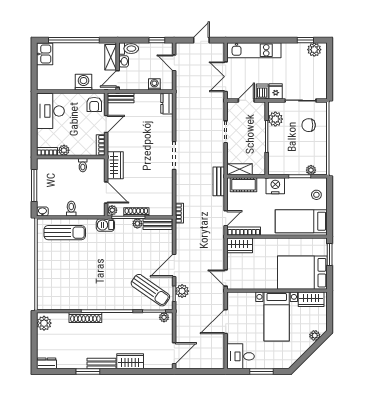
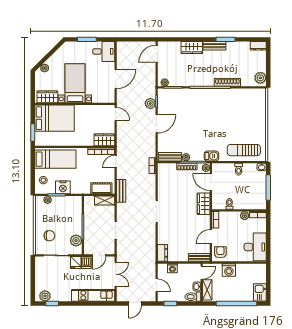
nightstand: (275, 186) -> (63, 187), moved
sun lounger: (150, 290) -> (176, 104), removed

